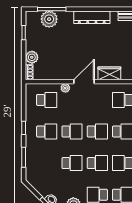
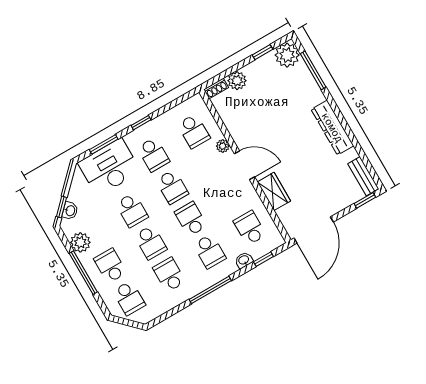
plant: (49, 19) -> (287, 55), moved
school desk: (97, 131) -> (191, 219), turned 180
desk: (39, 162) -> (109, 167), added

